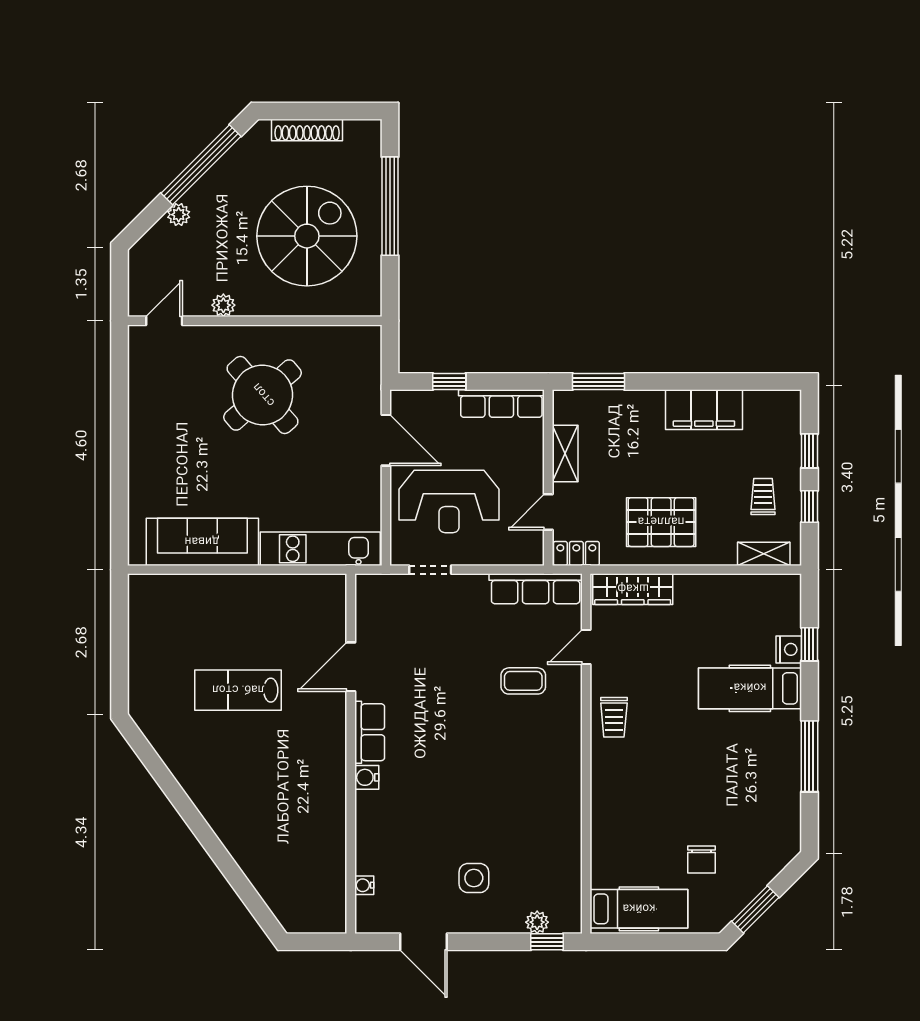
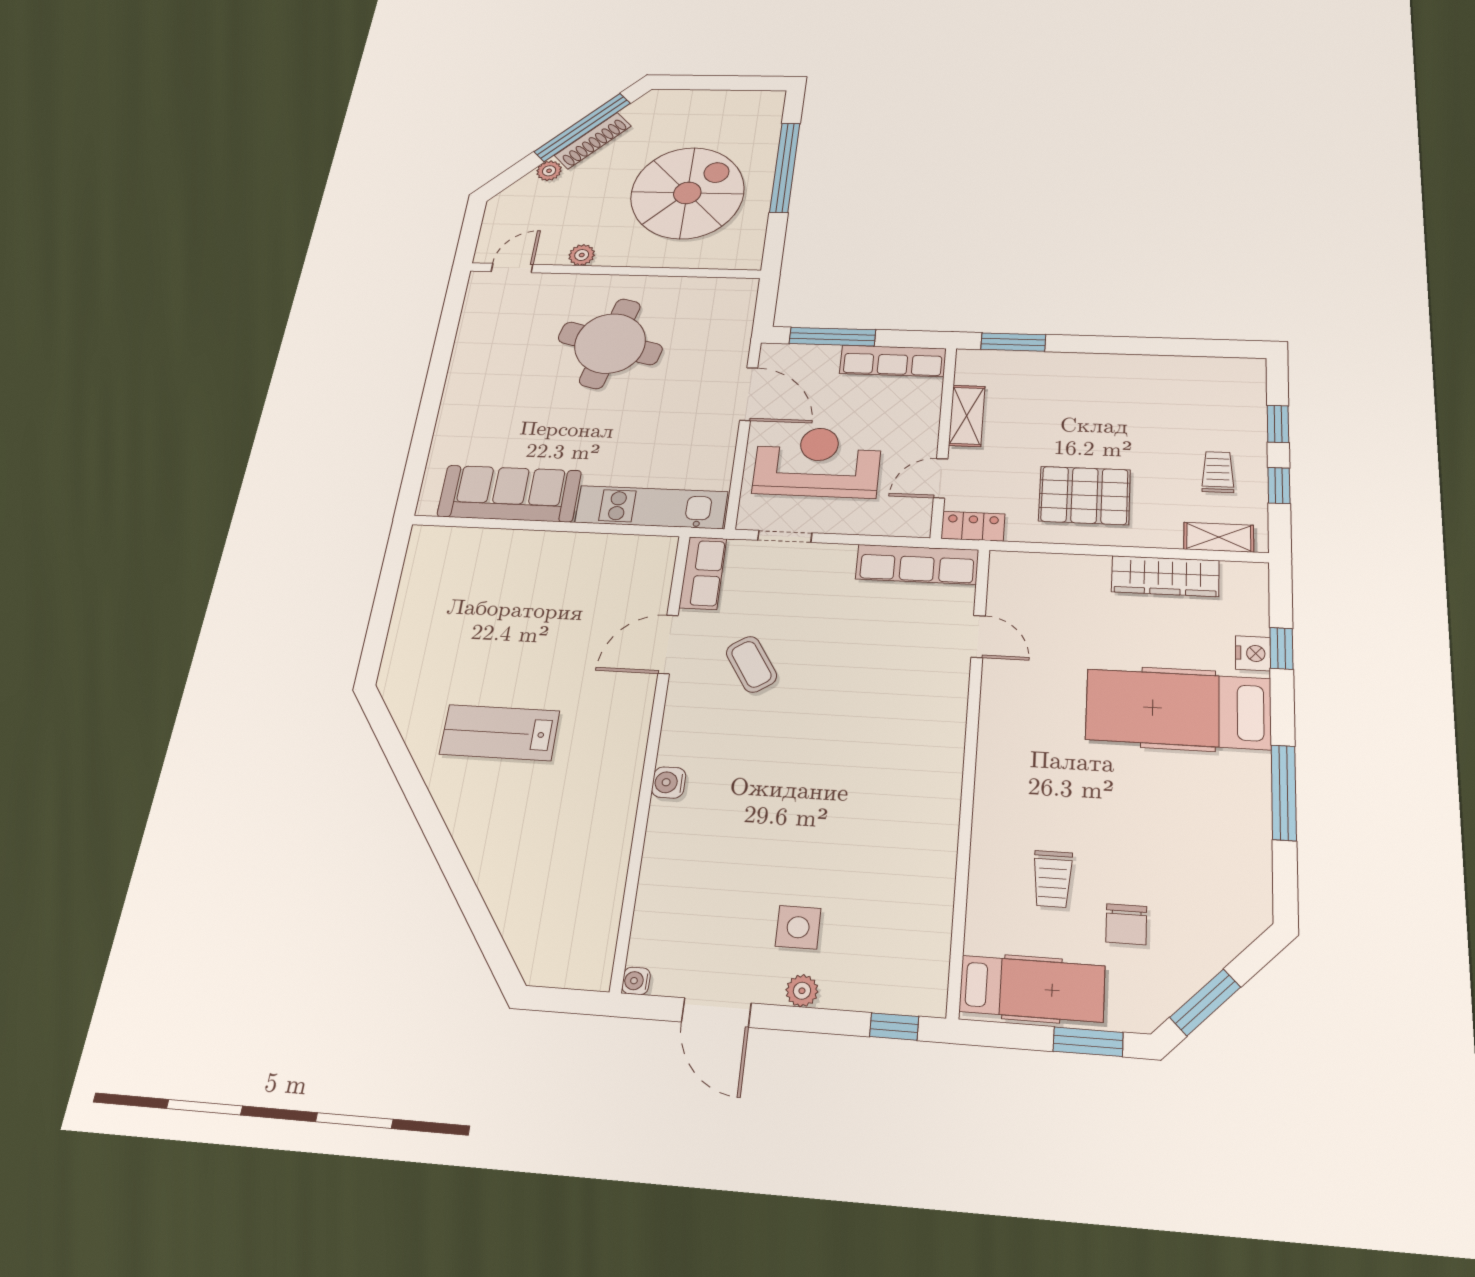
shoe rack: (307, 130) -> (593, 141), moved, turned -45
window: (449, 382) -> (832, 337), width x2.17
round table: (263, 395) -> (610, 343), turned -35
filing cabinet: (704, 410) -> (1143, 375), removed
reception desk: (449, 501) -> (817, 462), turned 180
wardrobe: (633, 589) -> (1165, 576), moved
door: (586, 647) -> (978, 636), swing flipped
coffee table: (523, 681) -> (751, 664), moved, turned 57
hospital bed: (750, 688) -> (1178, 709), width x1.37, depth x1.29
lab bench: (238, 690) -> (500, 733), moved
trolley: (614, 717) -> (1053, 879), moved
row of seats: (370, 732) -> (703, 573), moved
water cooler: (364, 885) -> (636, 981), moved
plant: (537, 922) -> (802, 991), moved
window: (678, 942) -> (1088, 1042), added

